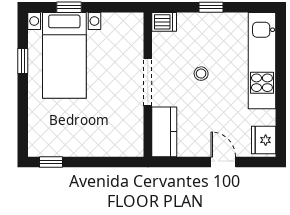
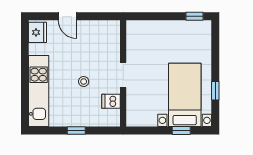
dishwasher: (164, 22) -> (111, 101), moved
doorway: (148, 82) -> (123, 75), width x0.73
kitchen counter: (164, 132) -> (111, 38), removed

